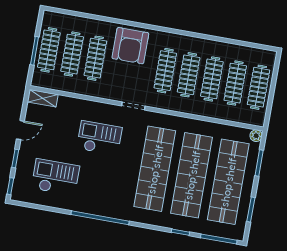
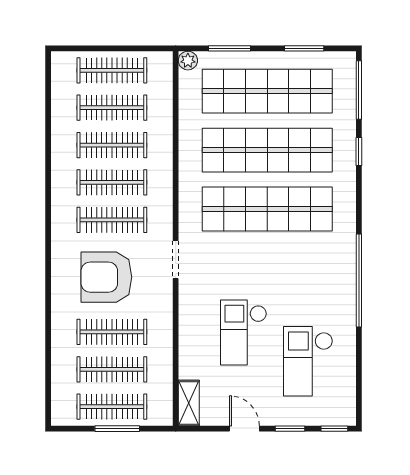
armchair: (130, 46) -> (106, 277), moved, turned 180
checkout: (99, 138) -> (244, 333), moved

